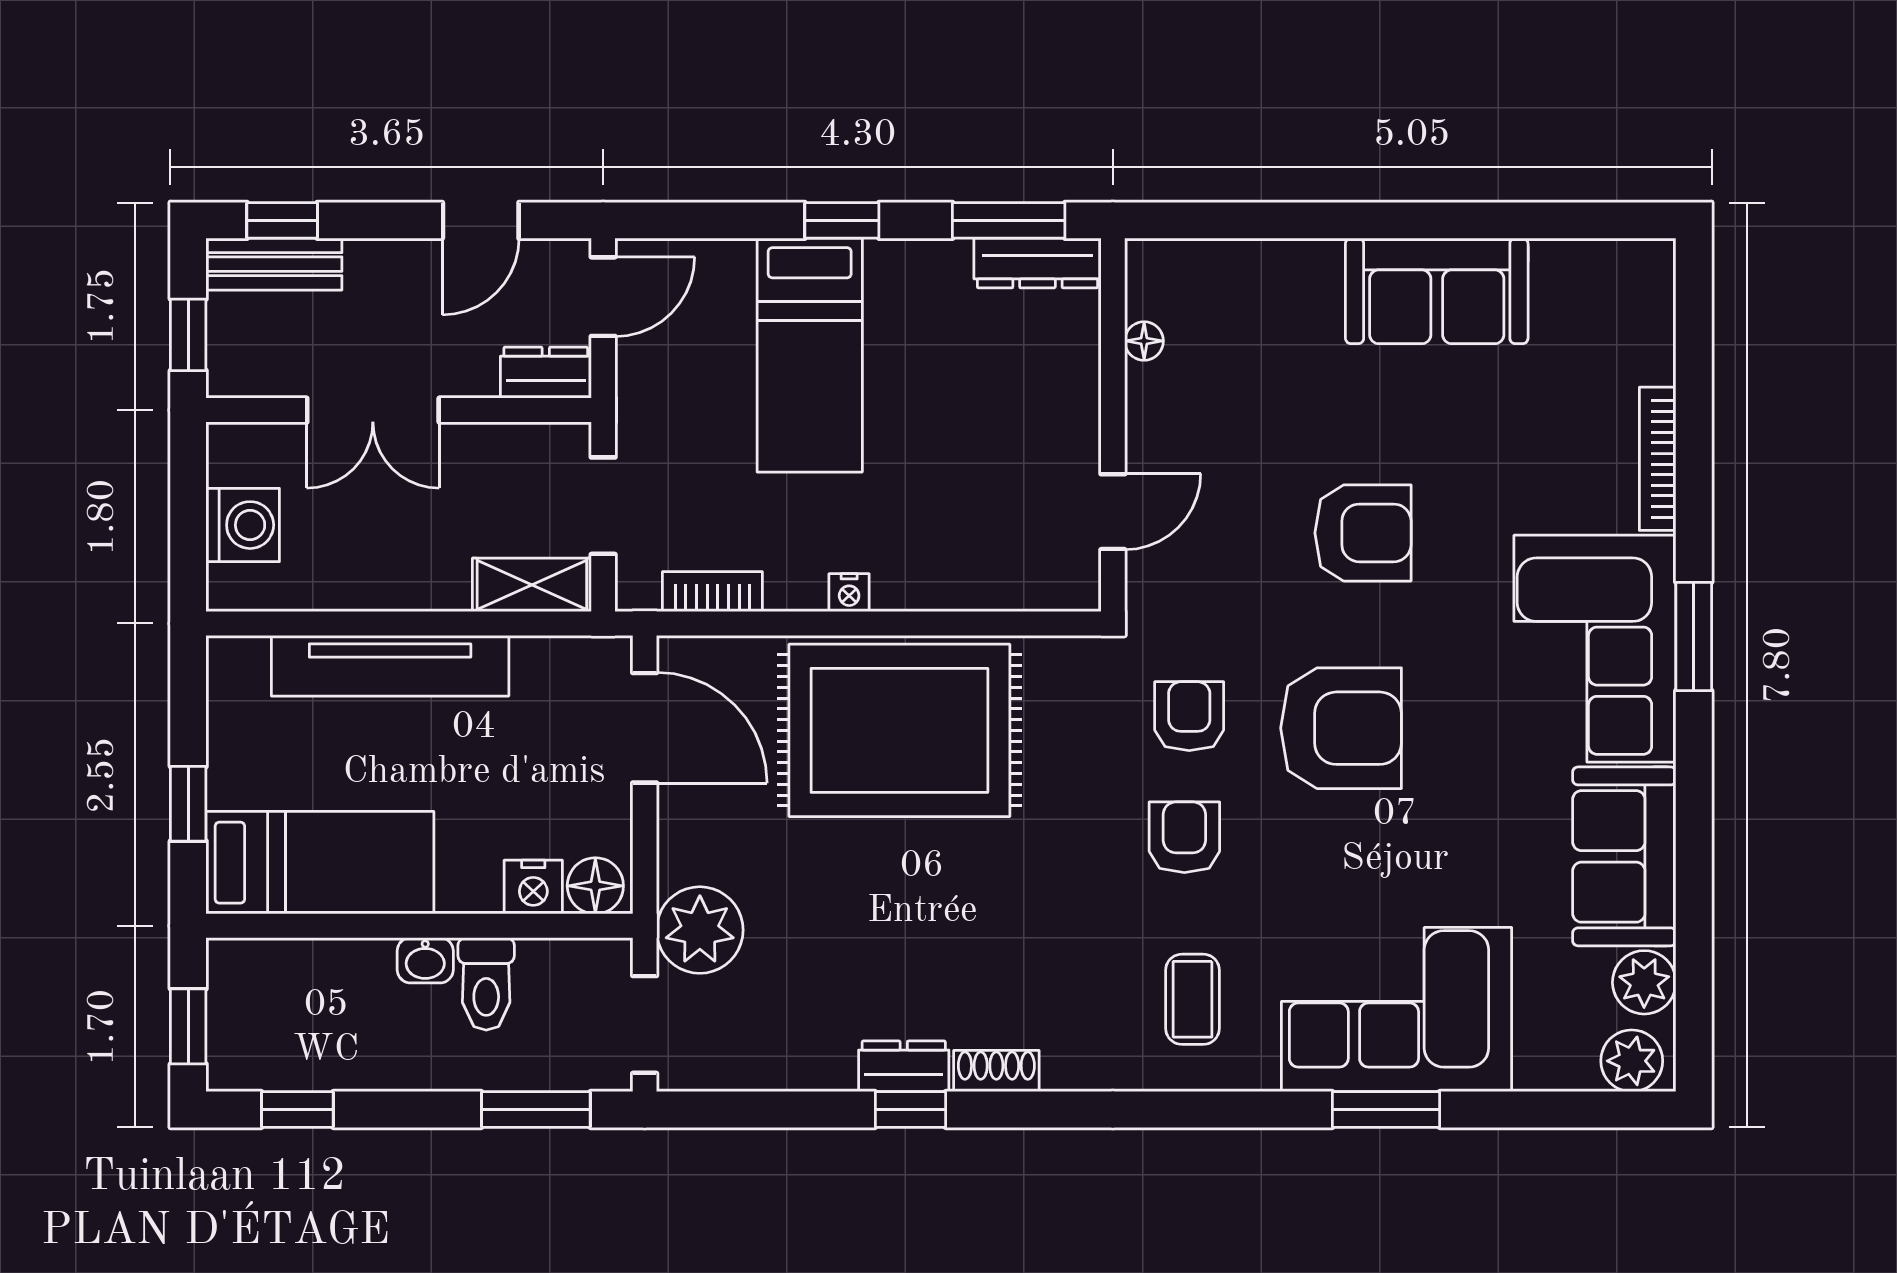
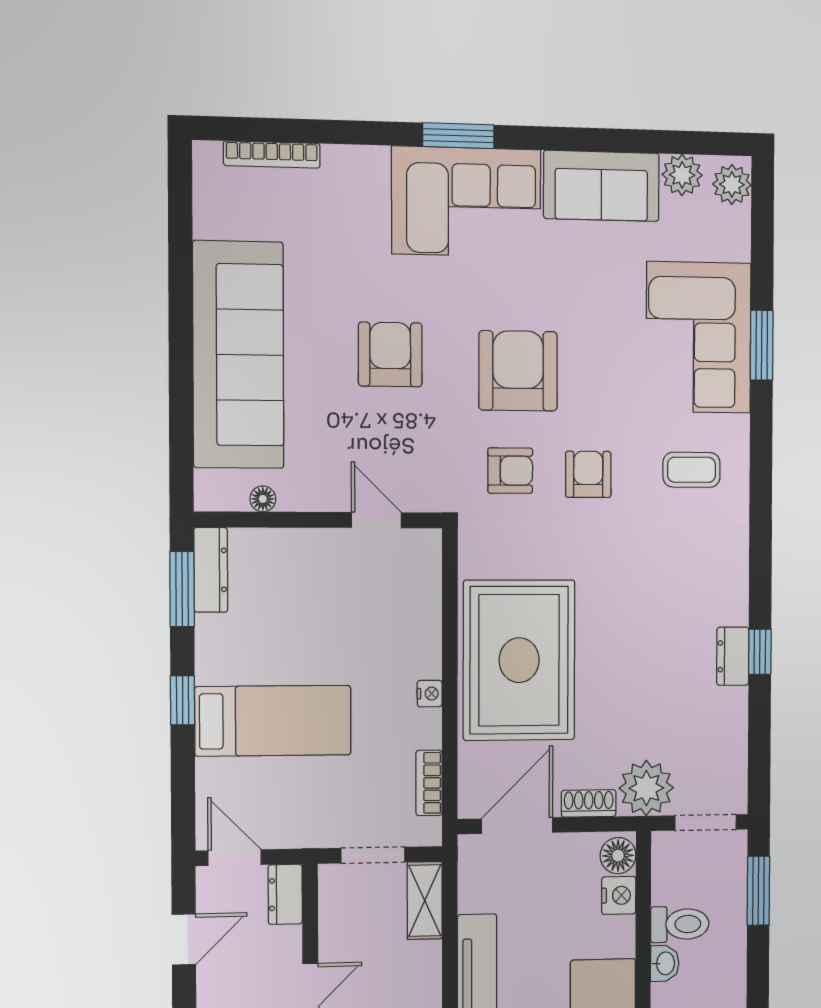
door: (481, 220) -> (184, 939), hinge flipped
sofa: (1437, 291) -> (238, 355), width x1.85, depth x1.27
bookcase: (1658, 459) -> (272, 154), moved
armchair: (1189, 716) -> (510, 471), turned 180
armchair: (1184, 837) -> (588, 474), turned 90
shoe rack: (996, 1071) -> (589, 803), moved, turned 90

